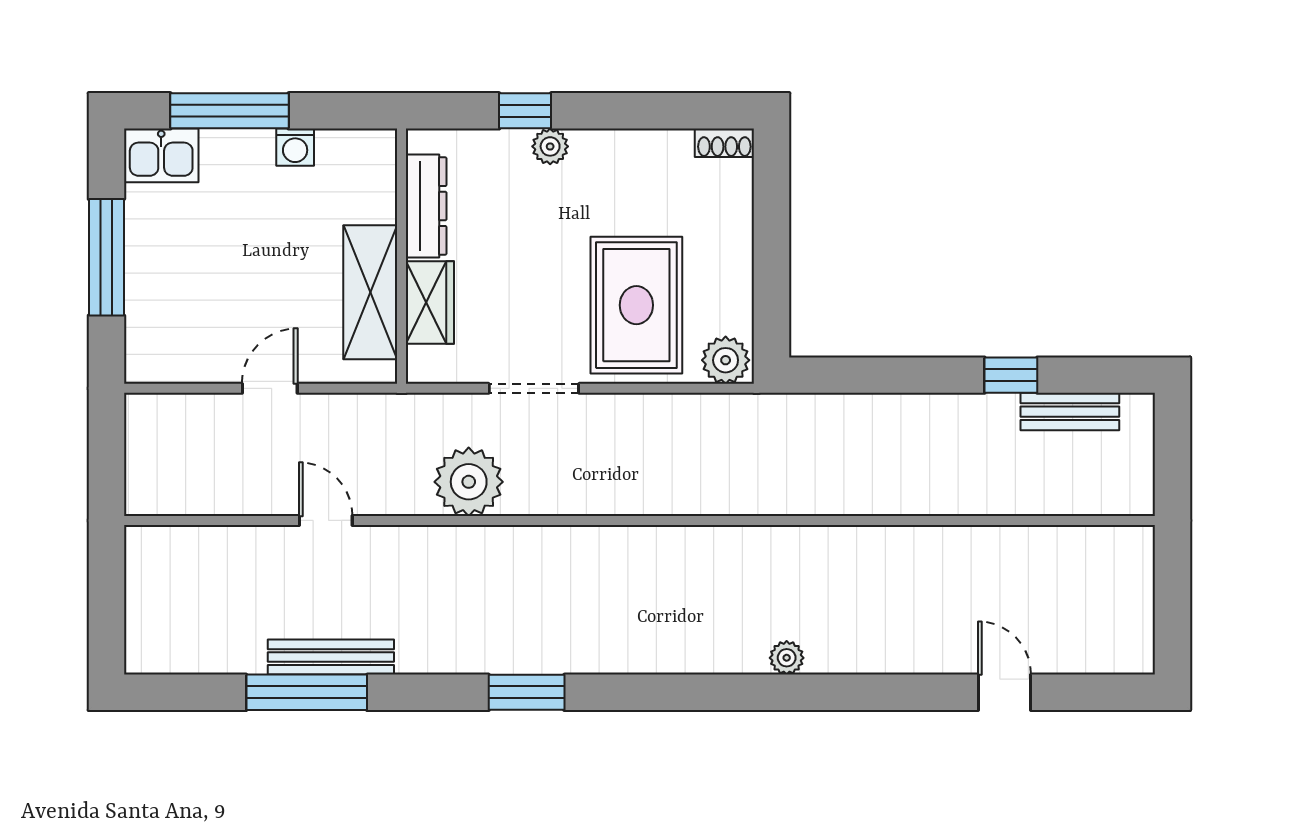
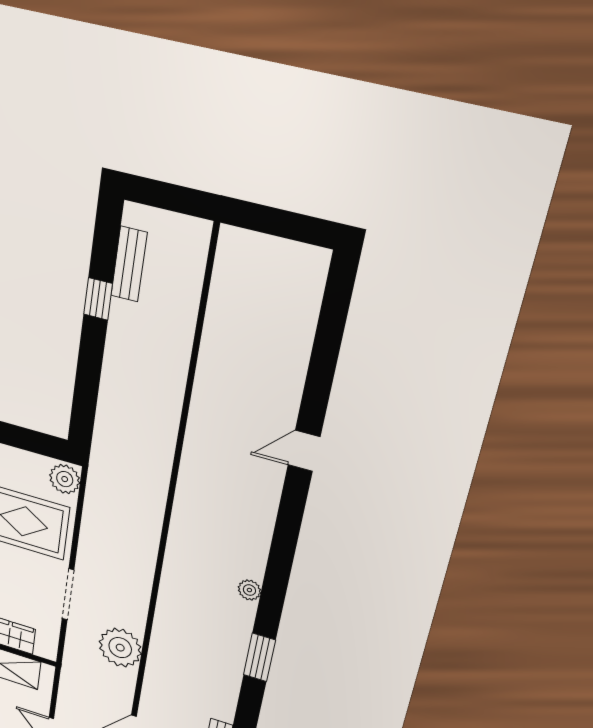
plant: (787, 658) -> (249, 590), moved
door: (1005, 692) -> (304, 451), moved

